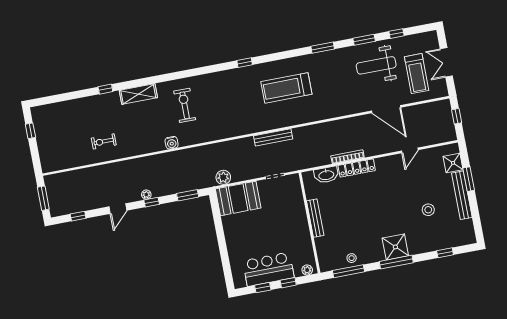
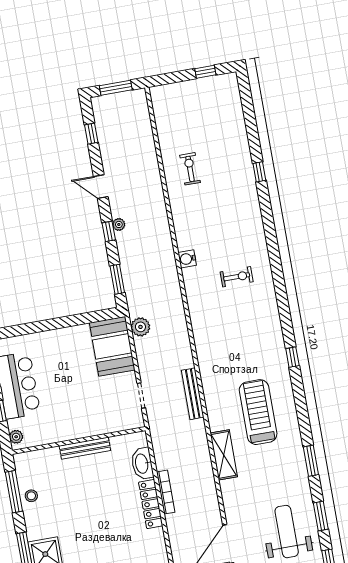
shelving: (138, 94) -> (224, 455), moved
exercise bike: (185, 105) -> (237, 277), width x0.73, depth x0.72

